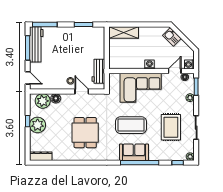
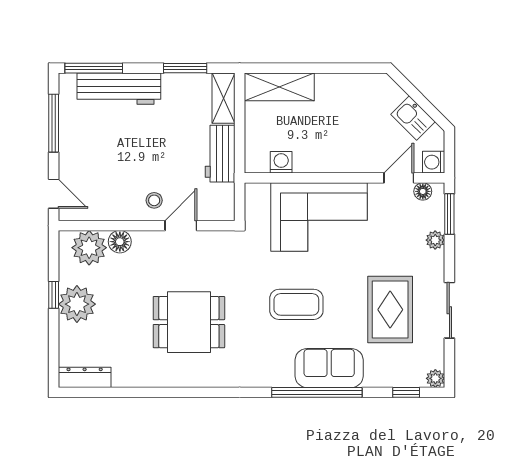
shelving: (100, 37) -> (223, 98), added
kitchen sink: (172, 37) -> (413, 118), moved
workbench: (36, 44) -> (119, 89), moved, turned 90
washing machine: (150, 65) -> (281, 162), moved
workbench: (98, 71) -> (220, 154), moved
door: (82, 92) -> (181, 226), hinge flipped
coffee table: (131, 125) -> (296, 304), width x0.73, depth x0.76
dining table: (85, 133) -> (189, 322), turned 90
sofa: (134, 152) -> (329, 368), moved

